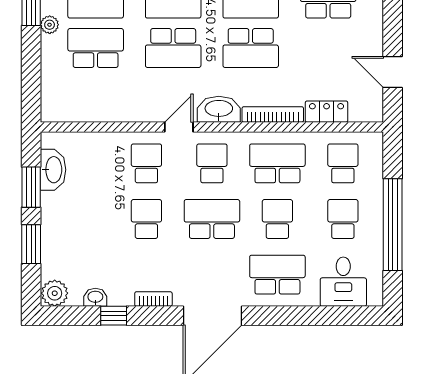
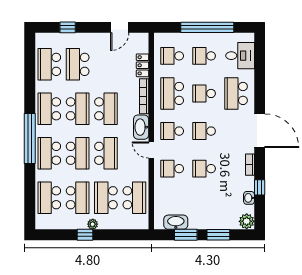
school desk: (96, 97) -> (134, 198), added
school desk: (212, 219) -> (204, 131), width x0.54

